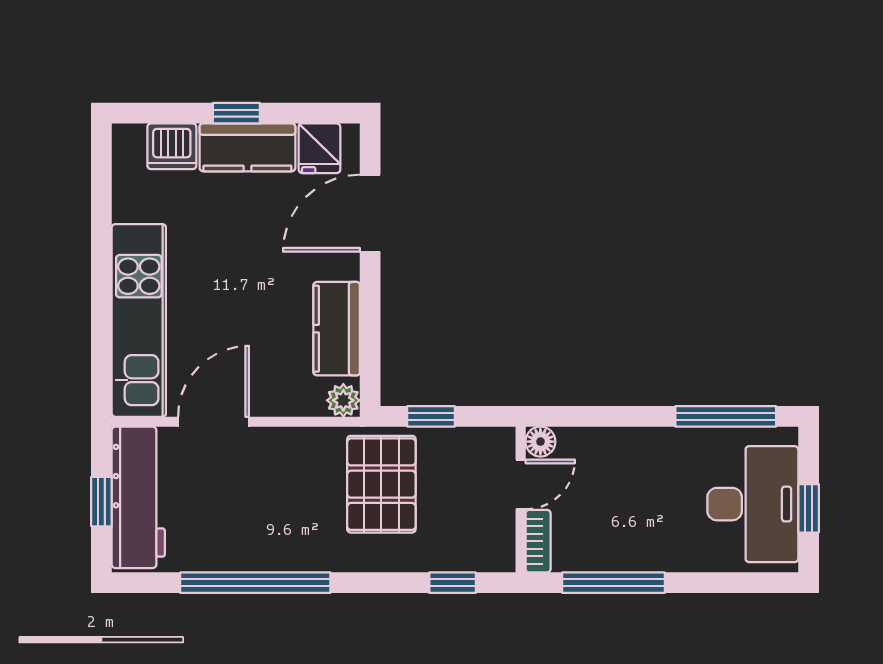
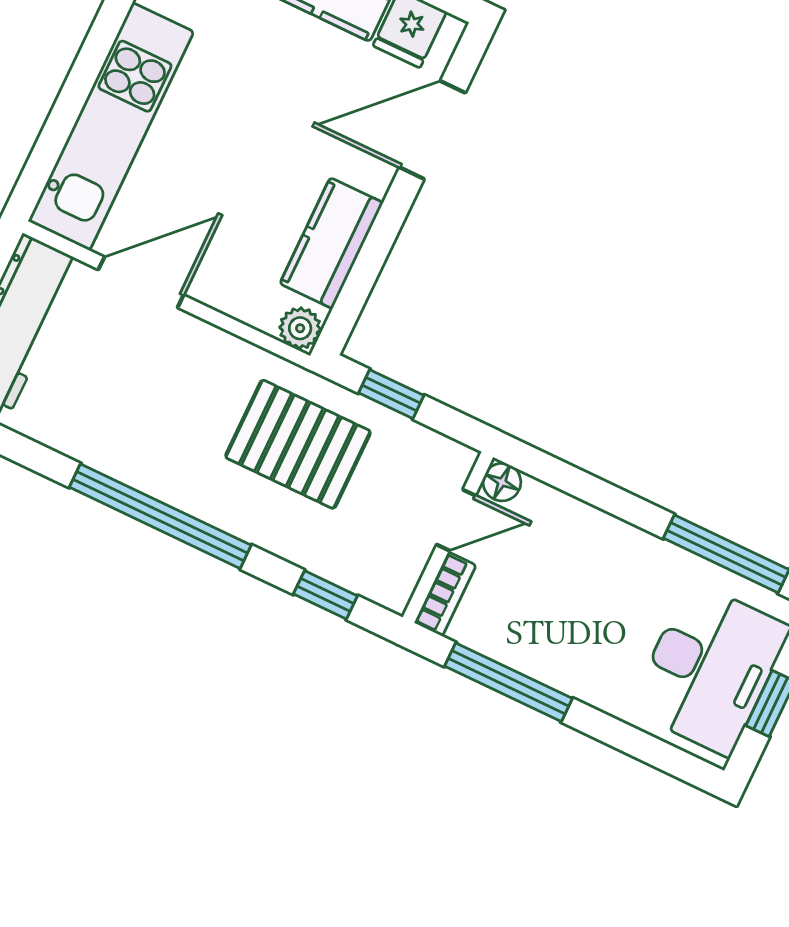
pallet: (381, 484) -> (298, 444), turned 90
window: (255, 583) -> (160, 516), moved

